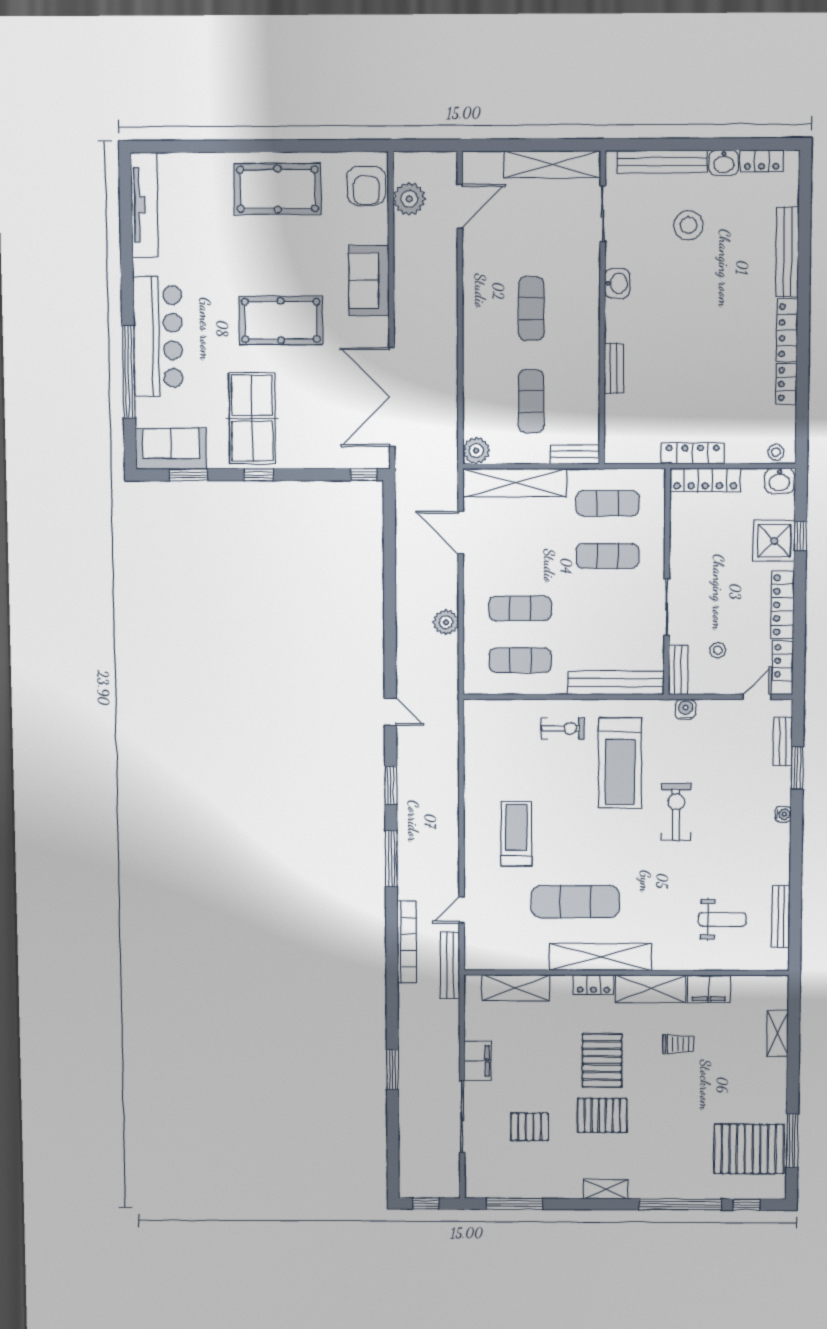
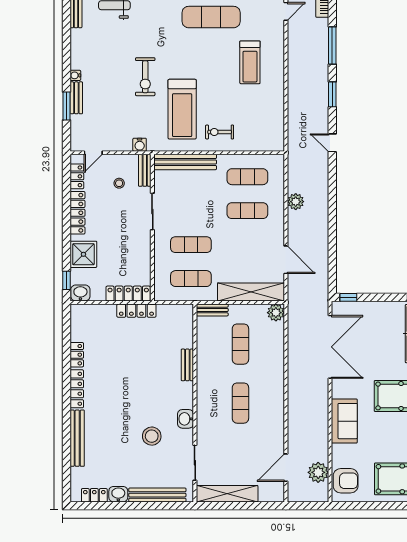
armchair: (366, 186) -> (346, 481), turned 90
stool: (689, 225) -> (152, 436), moved
stool: (776, 452) -> (83, 311), removed
window: (800, 536) -> (66, 280), moved
bench: (783, 741) -> (76, 98), moved
treadmill: (620, 763) -> (182, 109), turned 180

